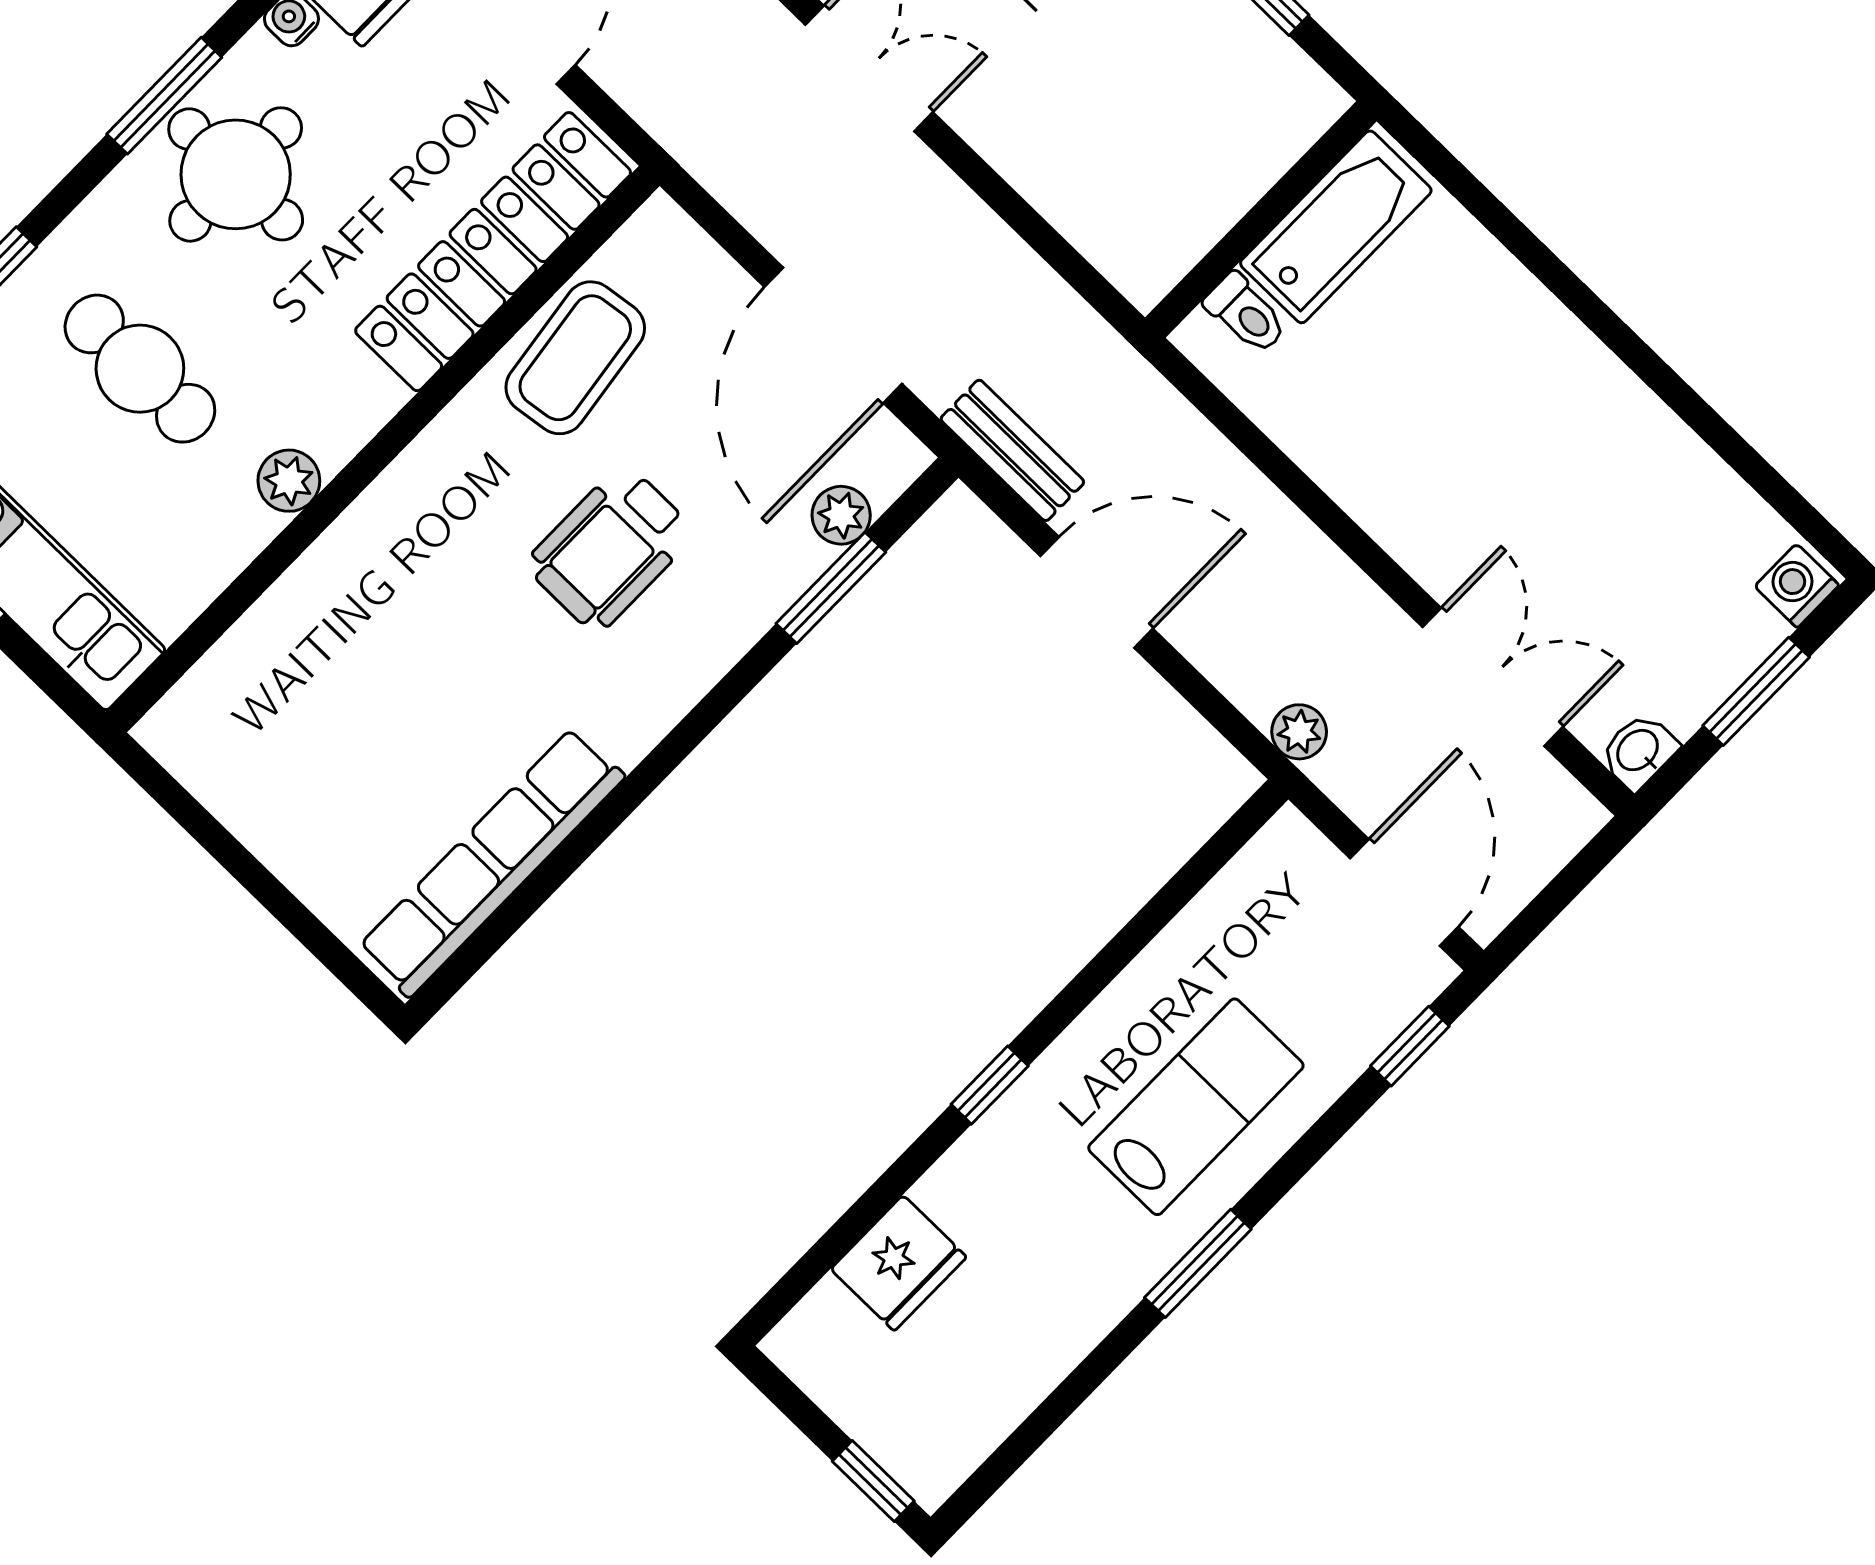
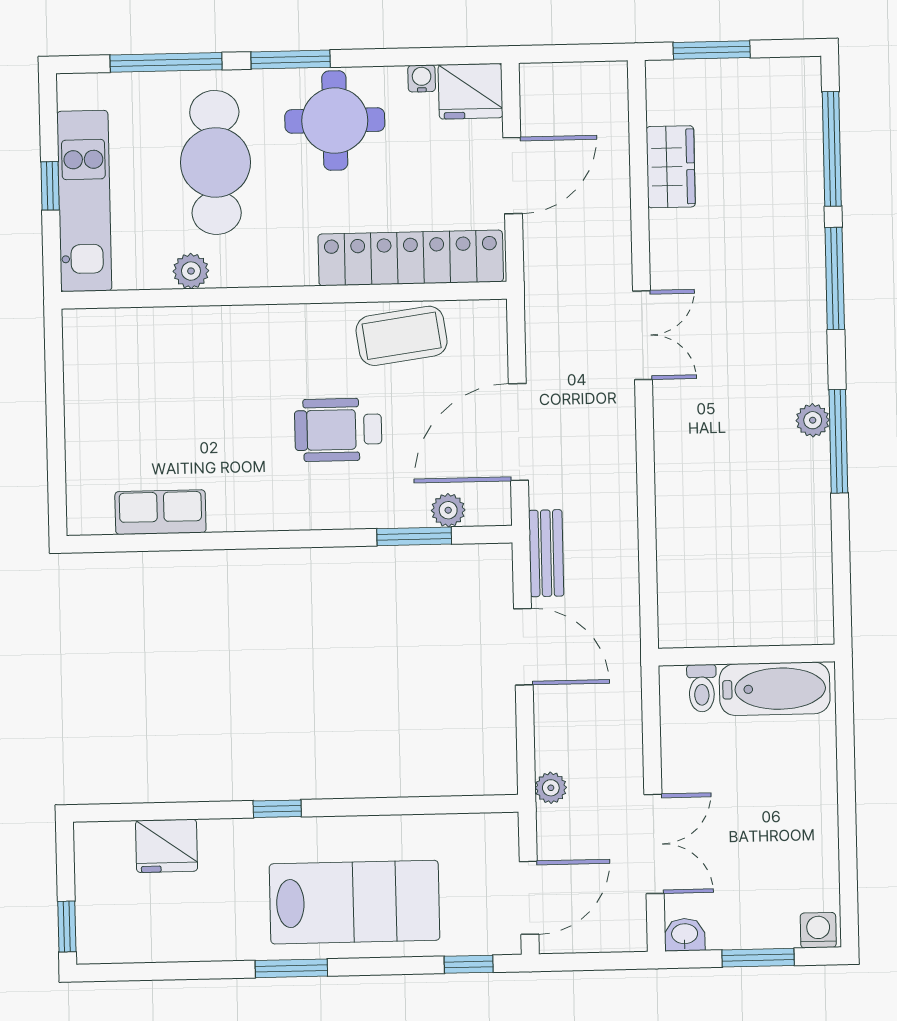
window: (164, 96) -> (291, 60), moved
wall: (1261, 219) -> (746, 655), moved
bathtub: (1336, 227) -> (775, 689), moved
toilet: (1246, 314) -> (702, 688), moved
cafe table: (140, 369) -> (215, 162), width x1.37, depth x1.35
plant: (289, 481) -> (191, 271), moved
row of seats: (492, 862) -> (160, 512), width x0.50
lab bench: (1196, 1107) -> (354, 902), width x1.36, depth x1.39

